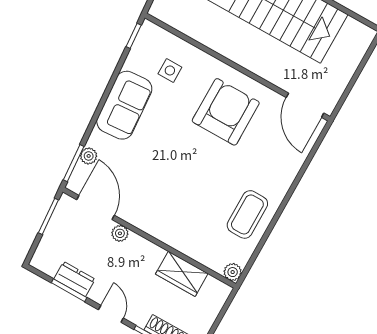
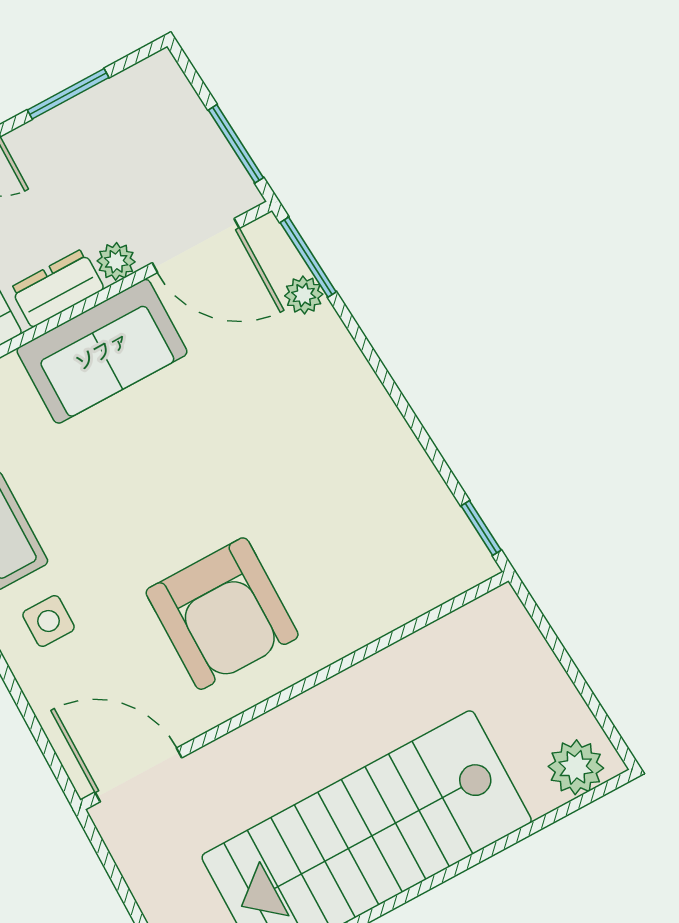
side table: (170, 70) -> (48, 621), moved
sofa: (124, 105) -> (102, 351), moved, turned -86
dresser: (74, 279) -> (57, 288), moved, turned 180

